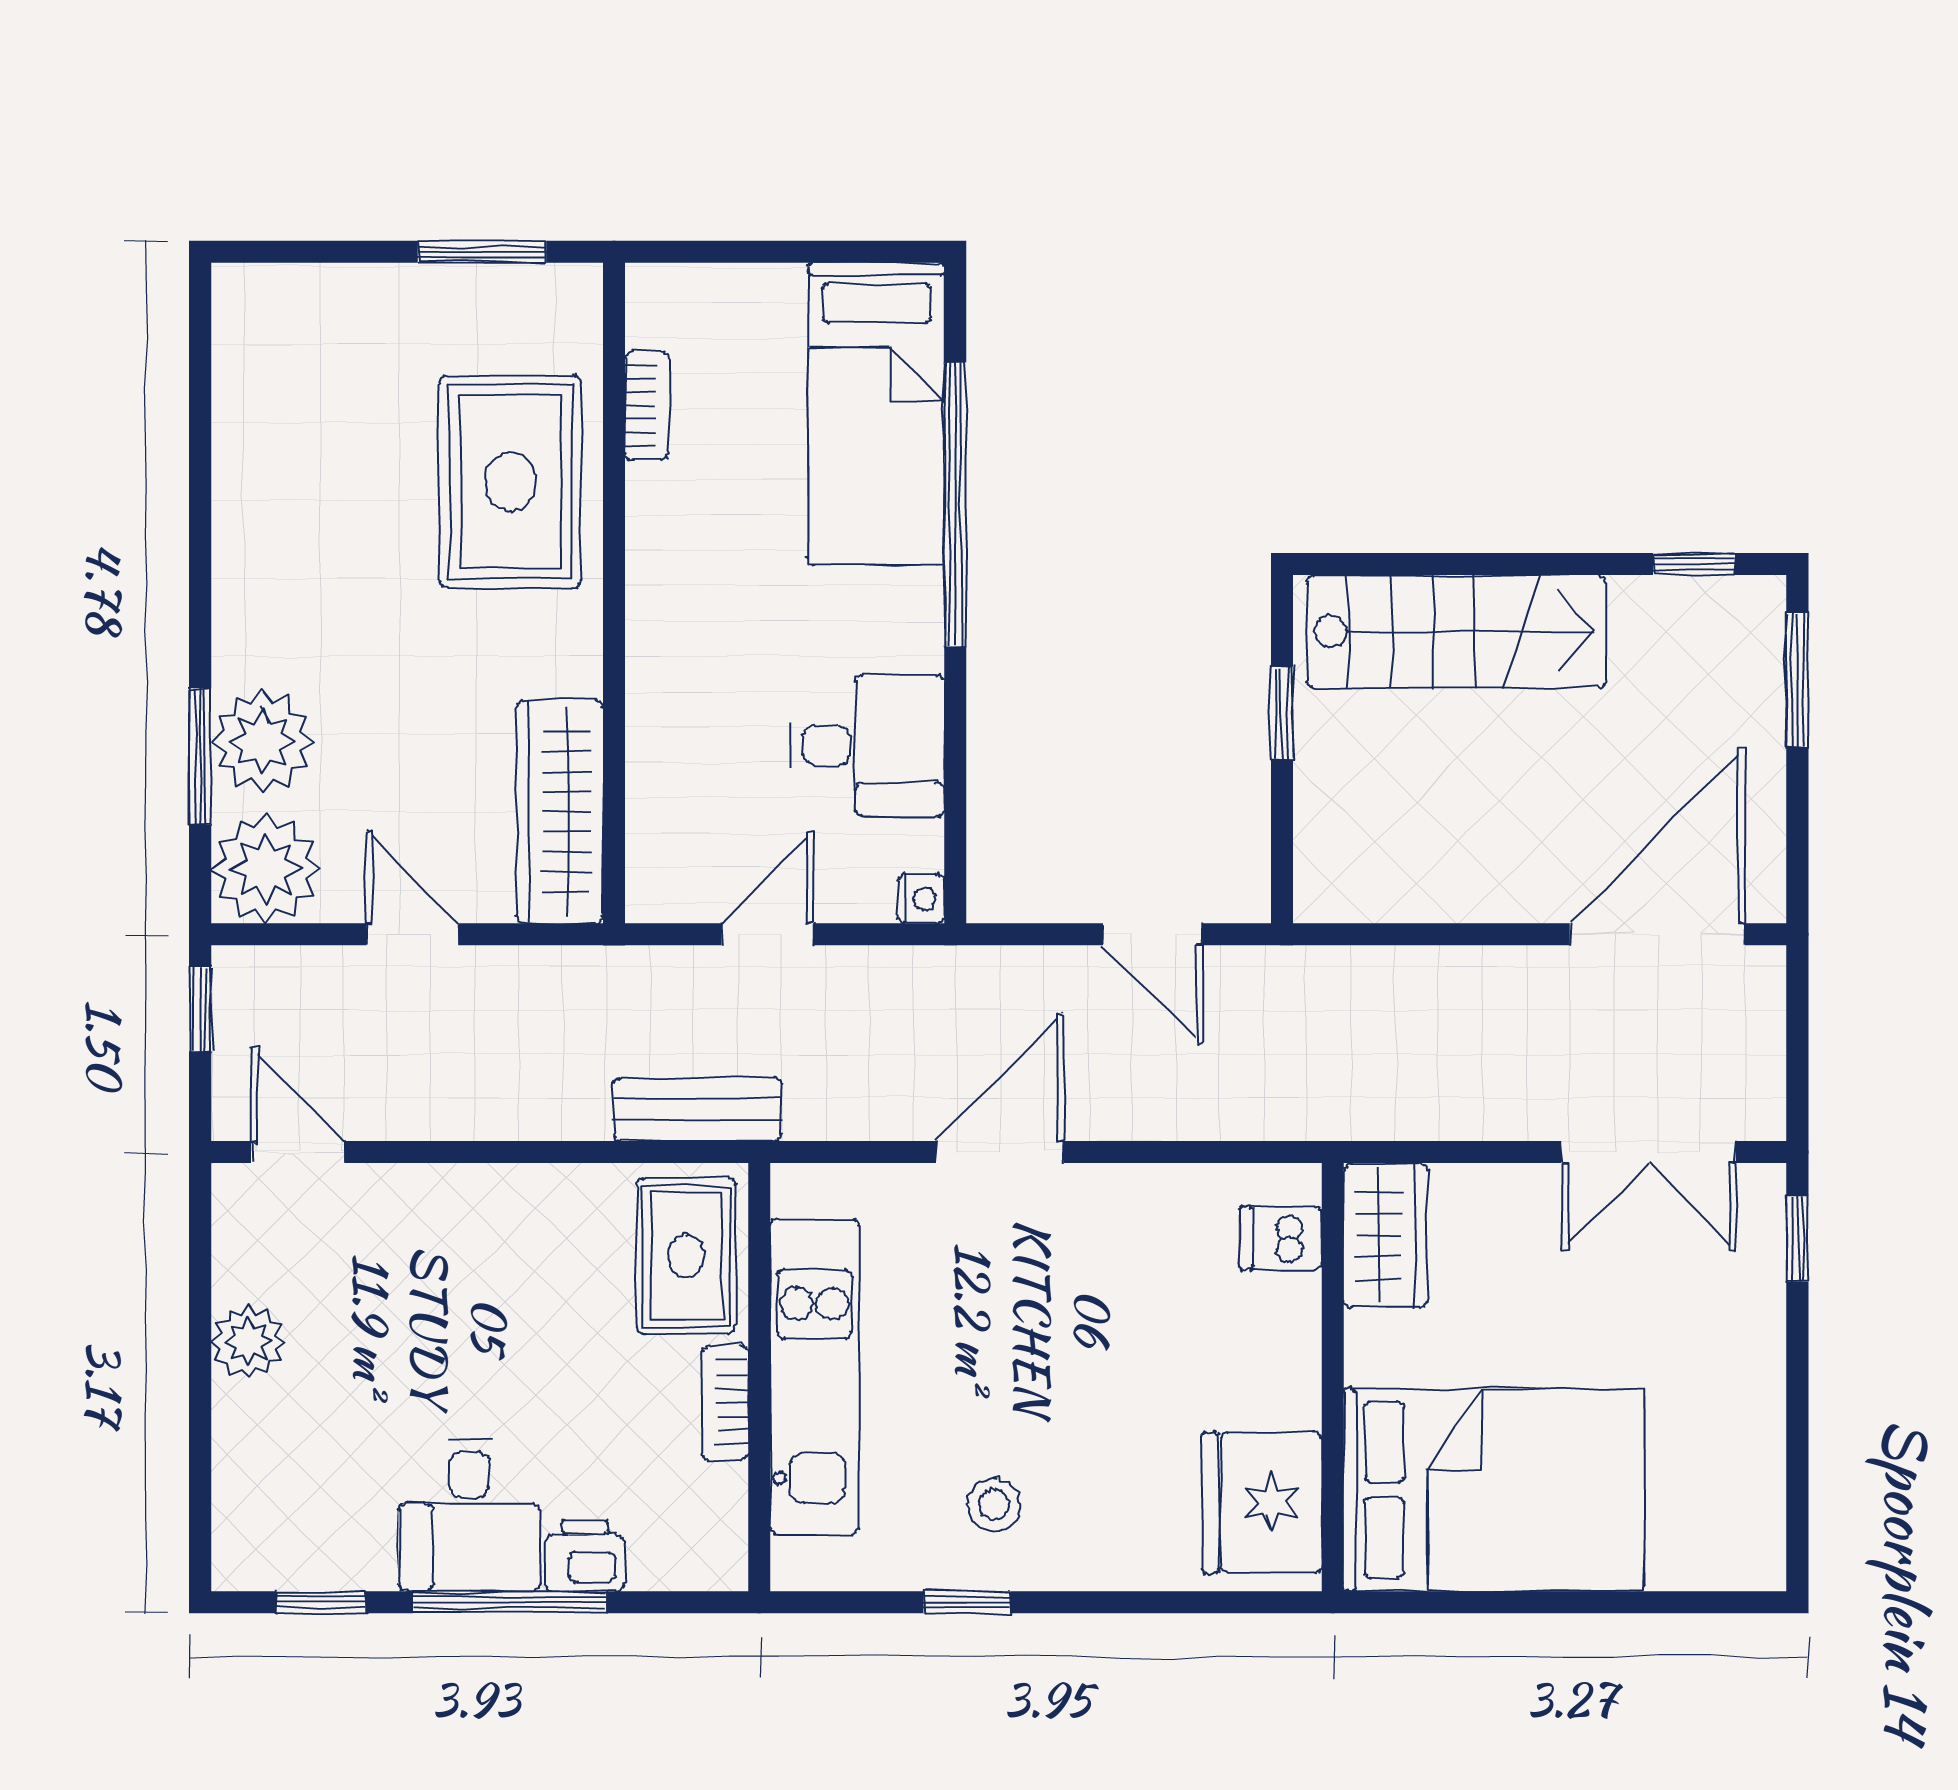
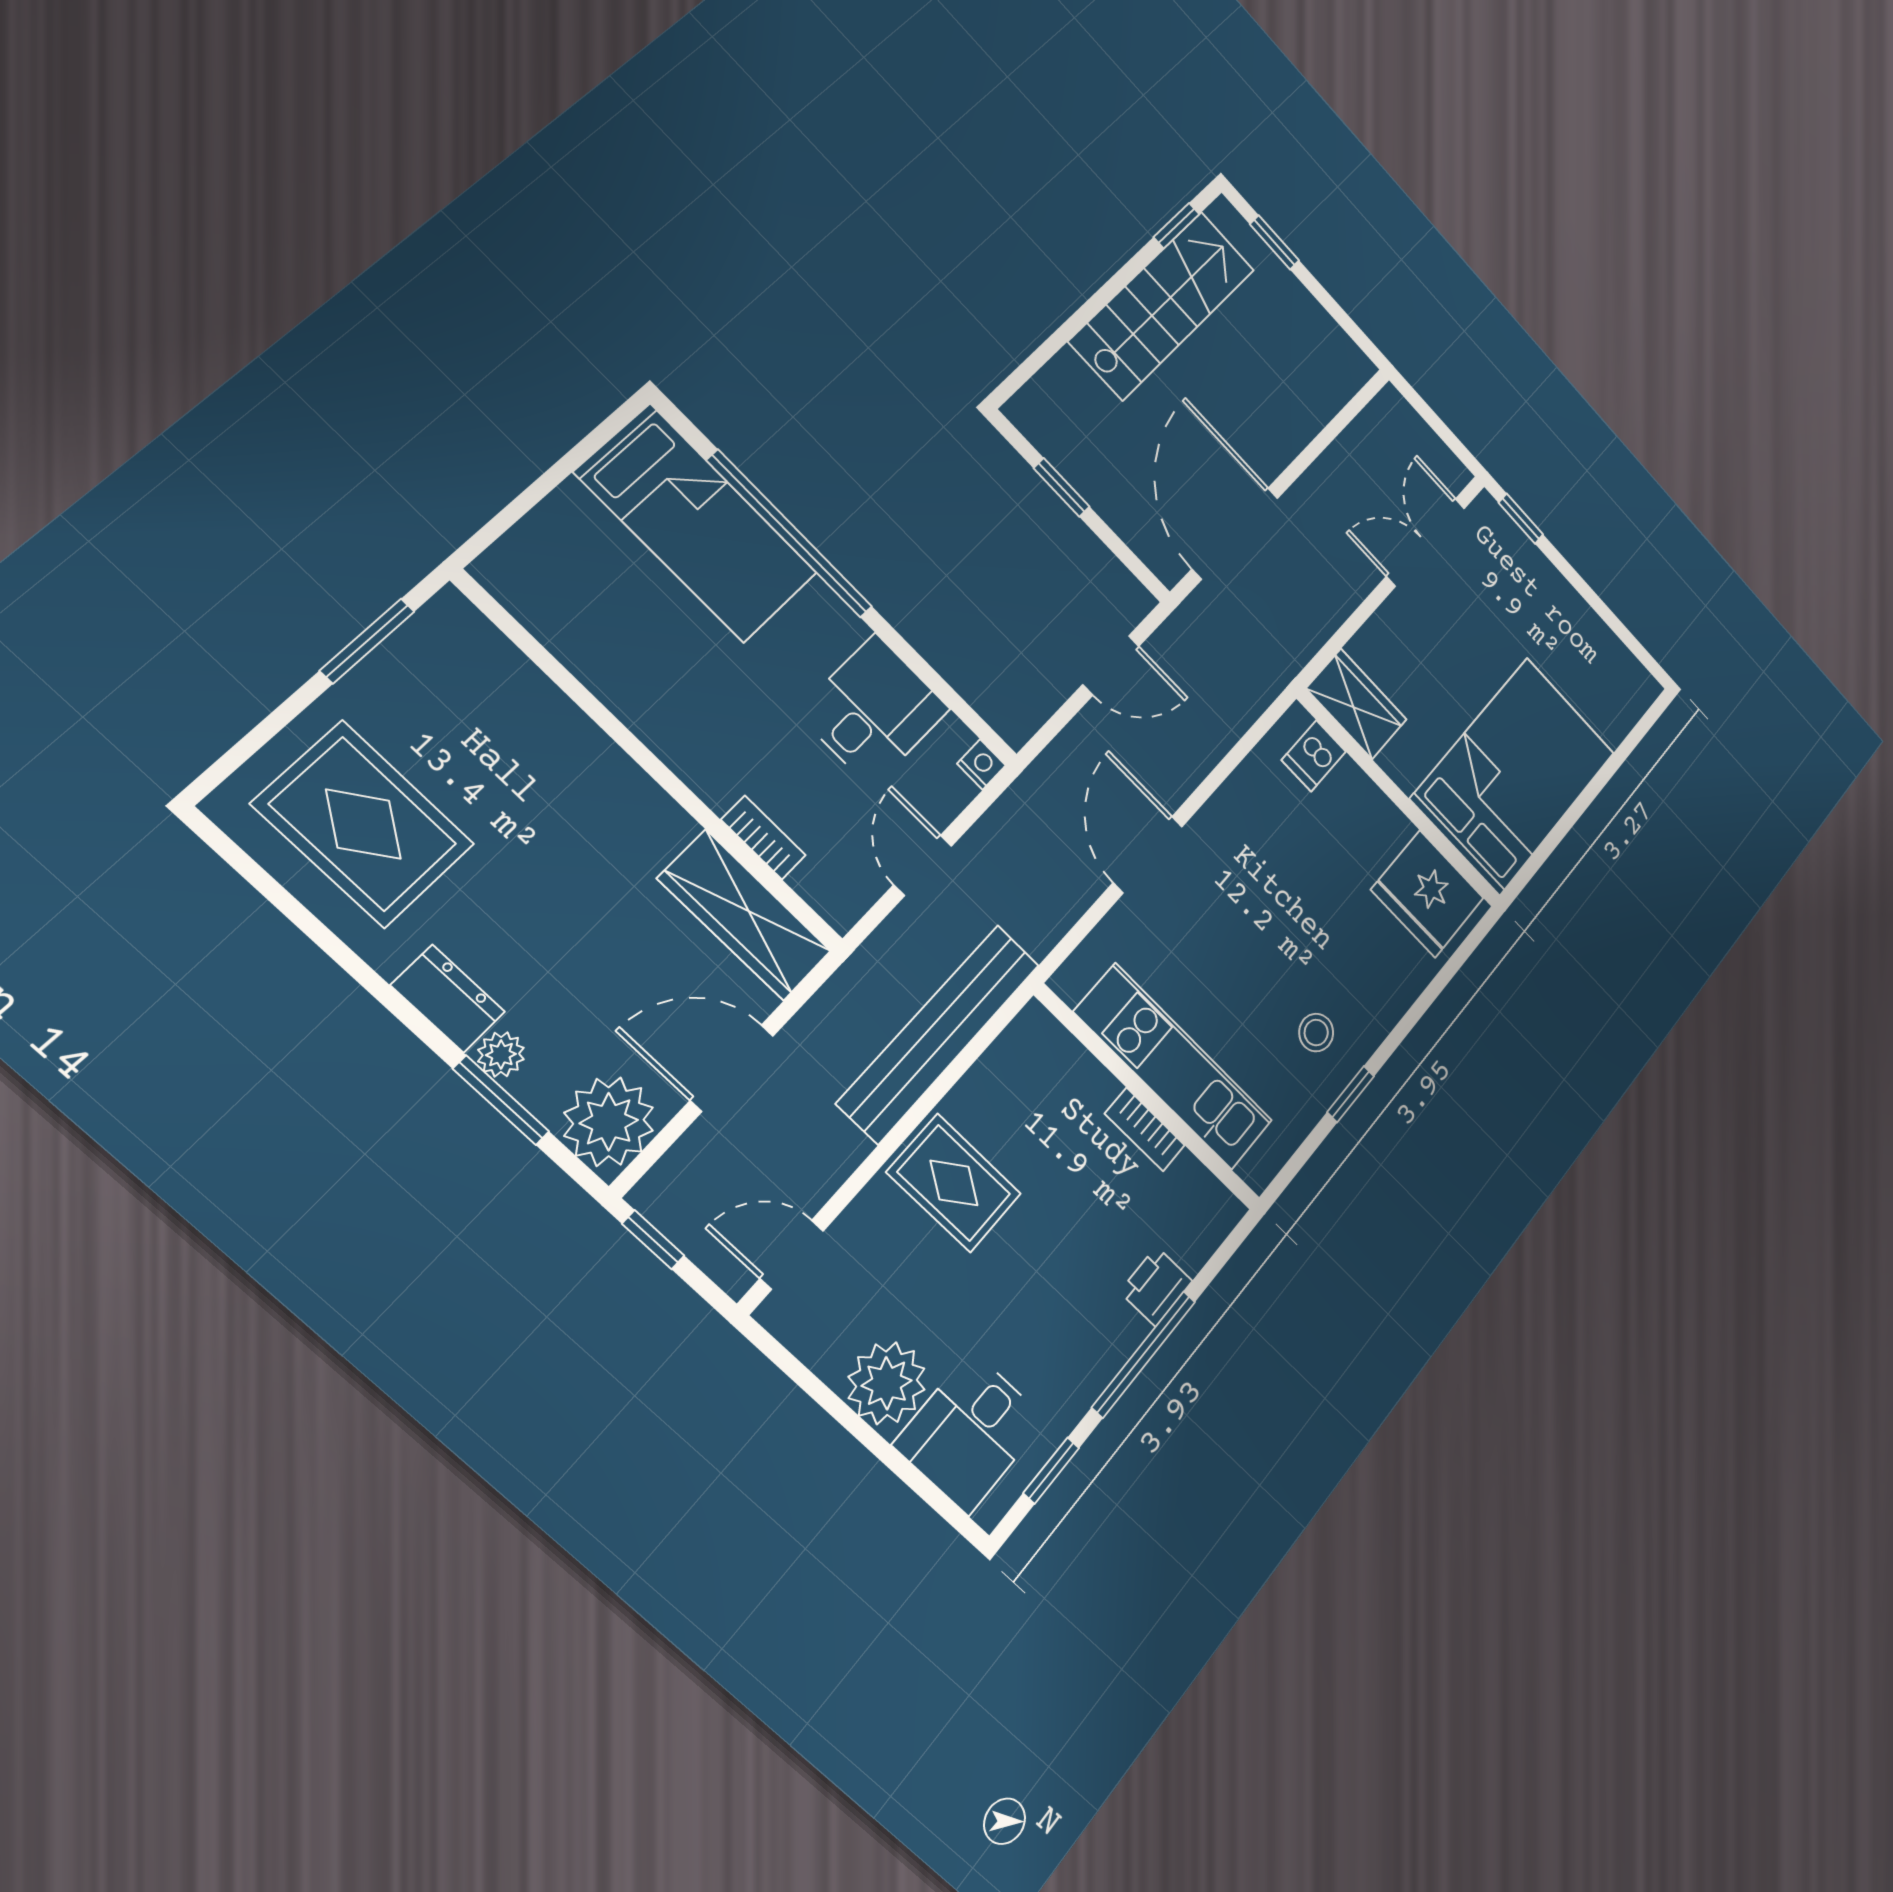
bookcase: (647, 405) -> (763, 838), moved
rug: (511, 482) -> (363, 824), moved
dresser: (244, 625) -> (448, 999), added
stairs: (1456, 631) -> (1163, 305), moved
window: (1797, 680) -> (1274, 242), width x0.67
plant: (262, 741) -> (501, 1055), width x0.53, depth x0.53
door: (412, 934) -> (732, 1068), width x1.38
door: (1657, 934) -> (1235, 533), moved
bench: (697, 1109) -> (939, 1033), width x1.86, depth x1.21
double door: (1649, 1152) -> (1426, 542), swing flipped
rug: (686, 1256) -> (954, 1183), moved
plant: (249, 1342) -> (887, 1383), width x1.36, depth x1.36
desk: (469, 1515) -> (970, 1432), moved, turned 90

